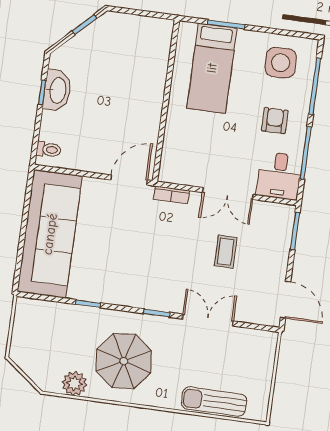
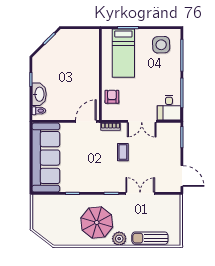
washbasin: (57, 90) -> (39, 94), moved
armchair: (275, 121) -> (112, 97), moved
coffee table: (226, 252) -> (123, 152), moved
plant: (74, 383) -> (119, 239), moved

